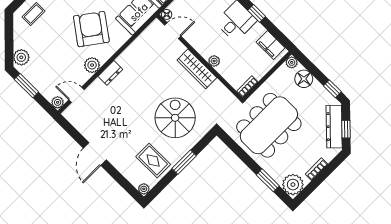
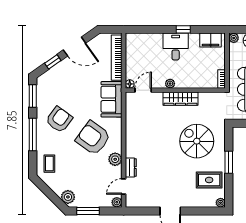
plant: (214, 61) -> (170, 84), moved
dresser: (110, 73) -> (131, 168), moved

